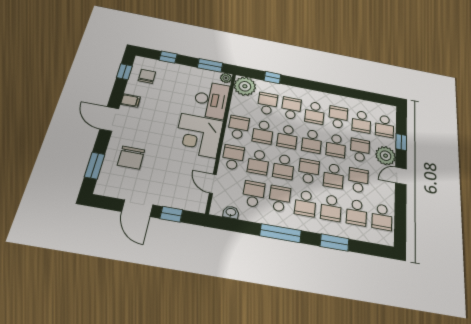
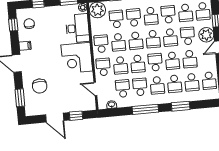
school desk: (358, 180) -> (190, 59), turned 180

